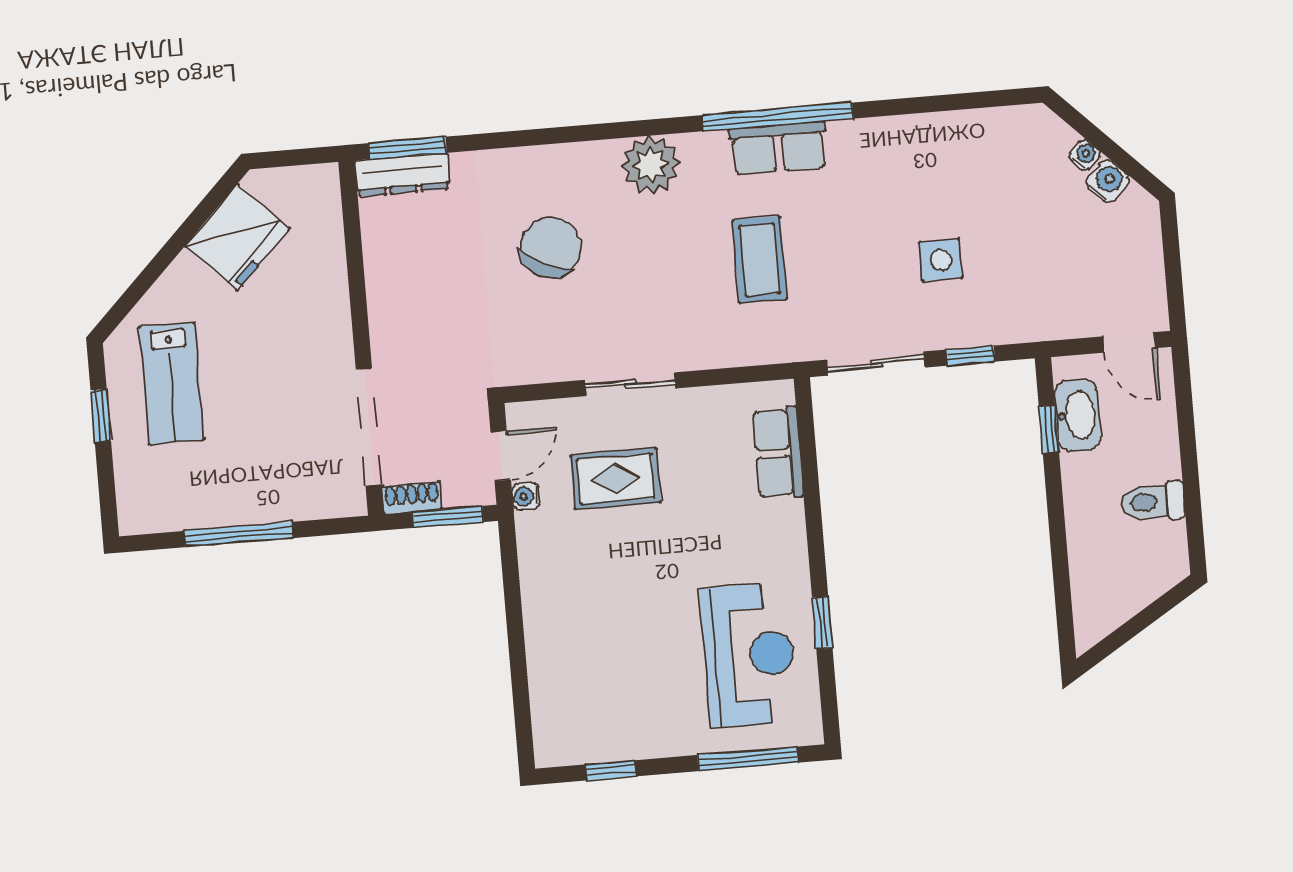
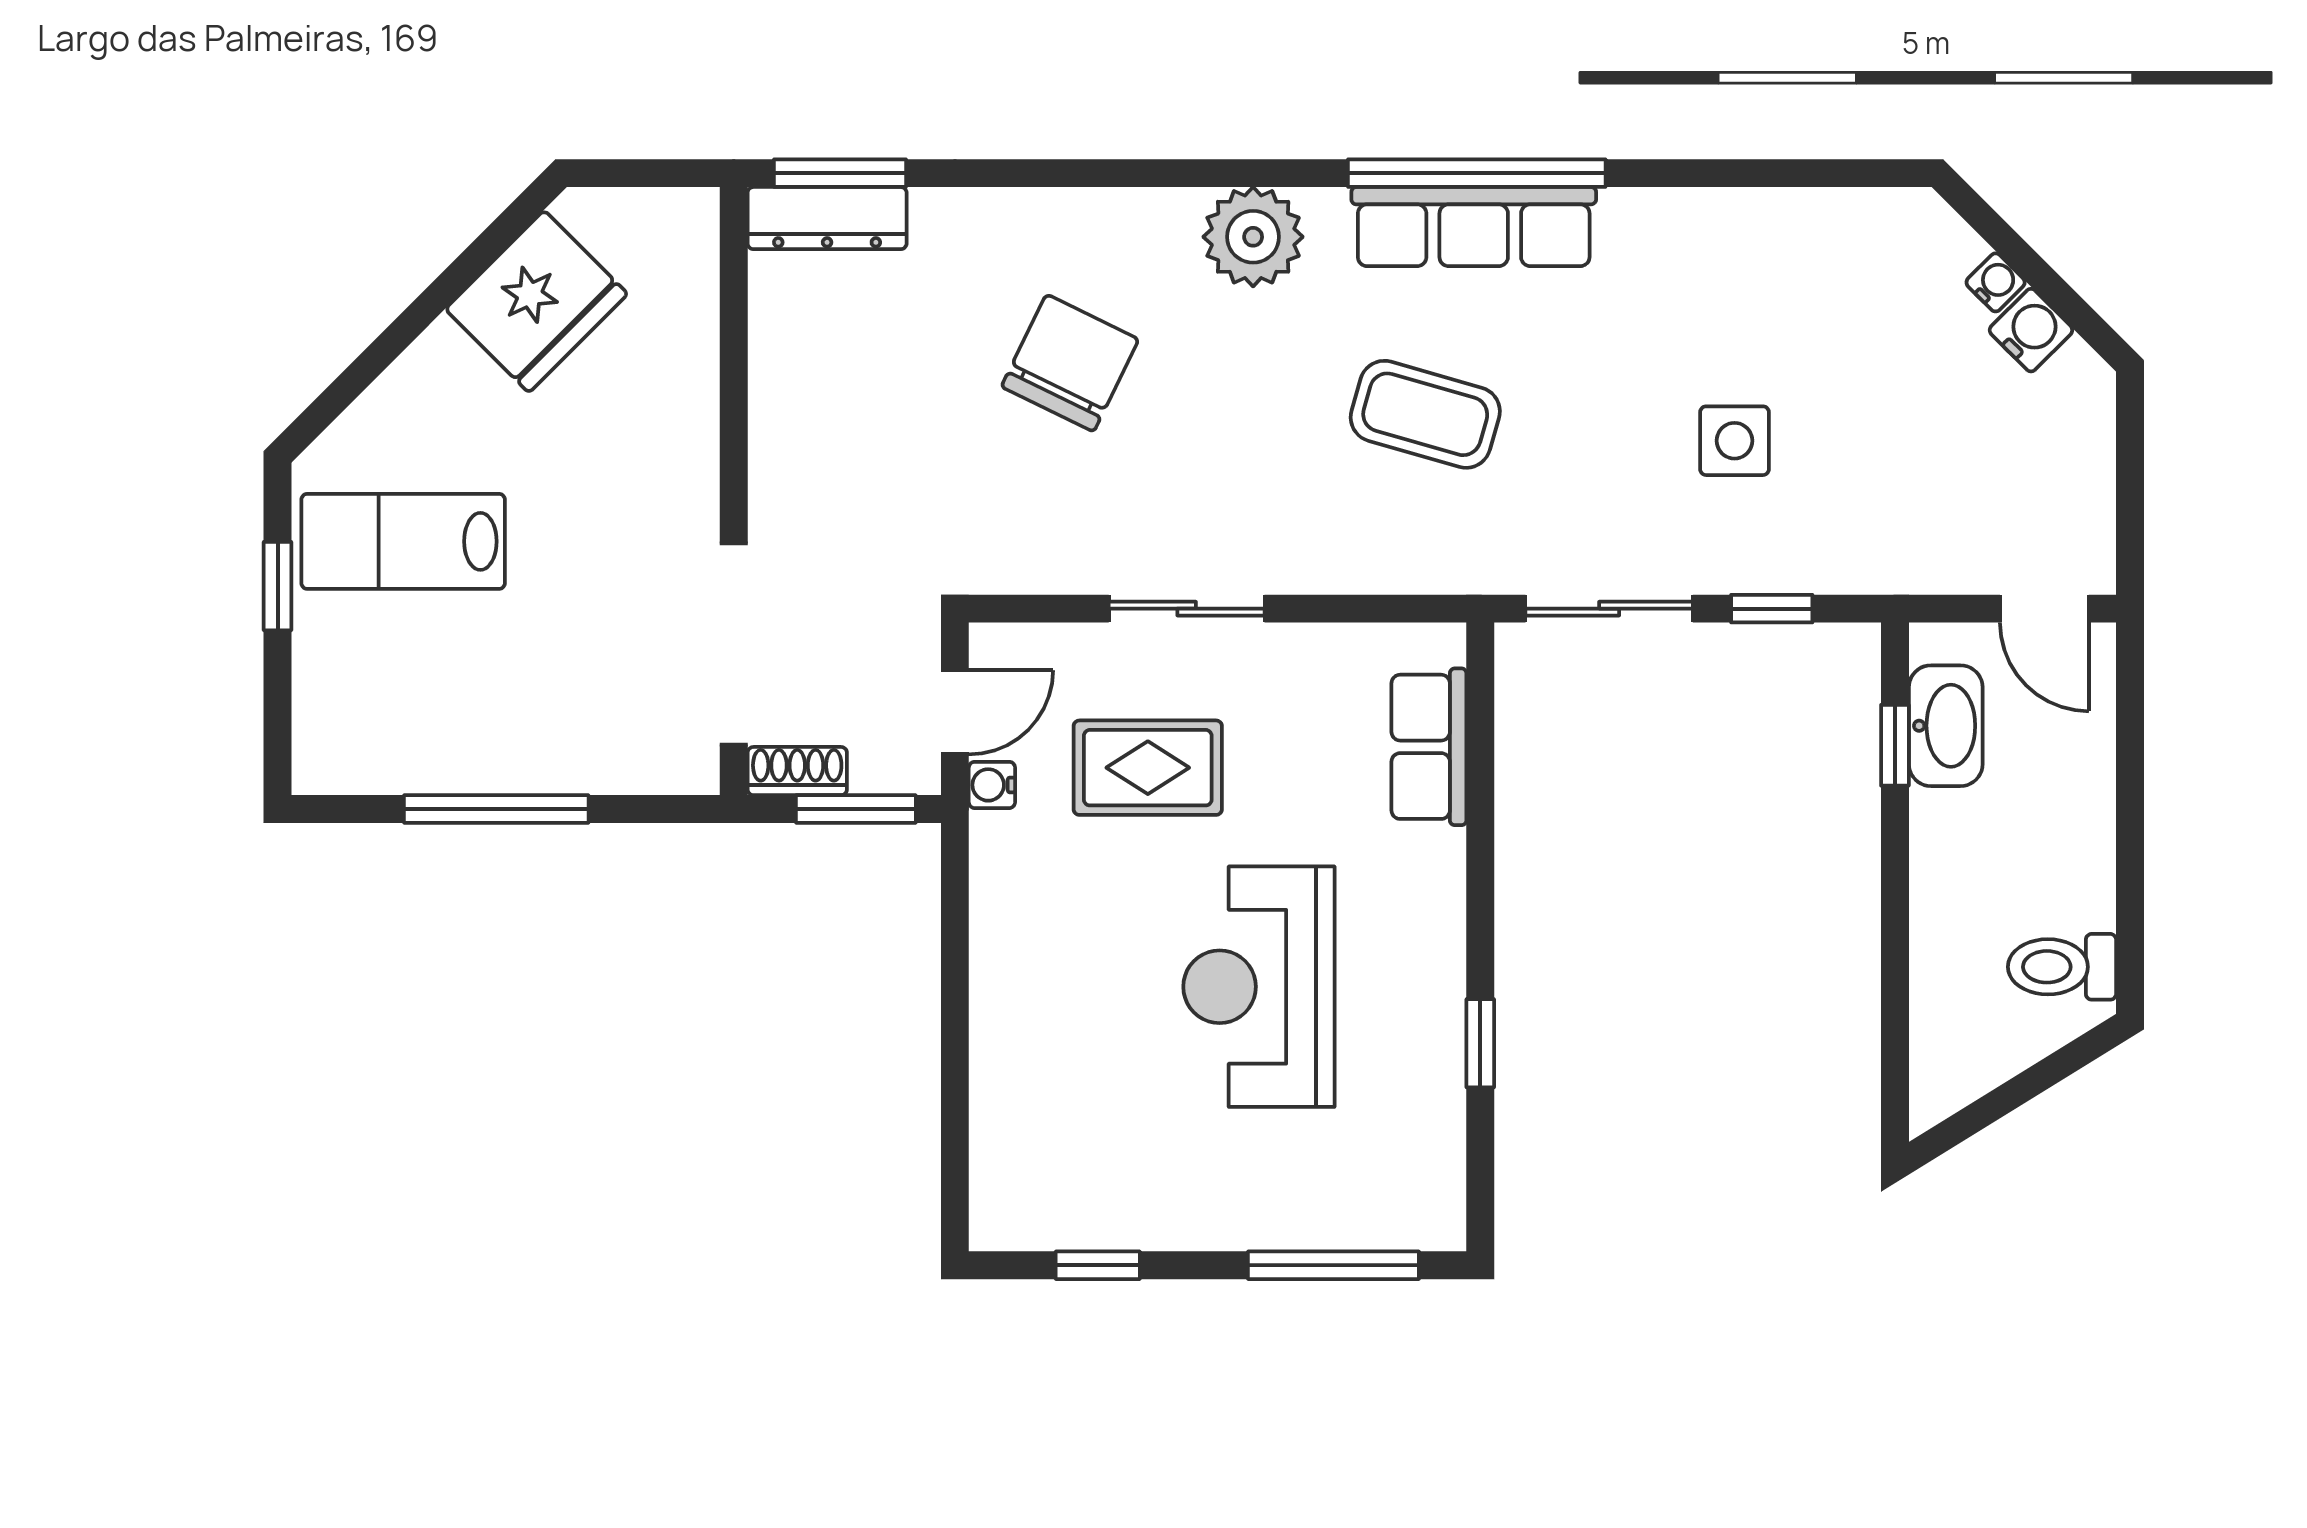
row of seats: (779, 148) -> (1474, 227), width x1.48
coffee table: (760, 260) -> (1425, 414), turned -74
lab bench: (172, 383) -> (403, 541), turned 90
toilet: (1153, 502) -> (2062, 967), moved
reception desk: (749, 655) -> (1259, 987), moved, turned 180

